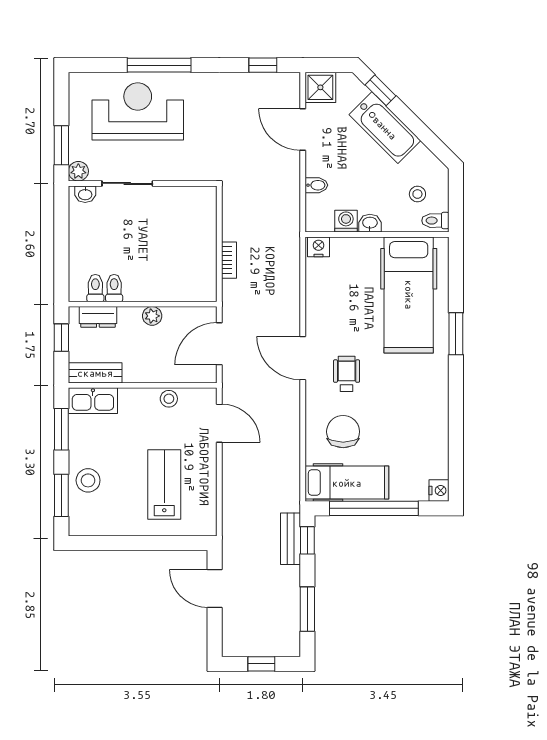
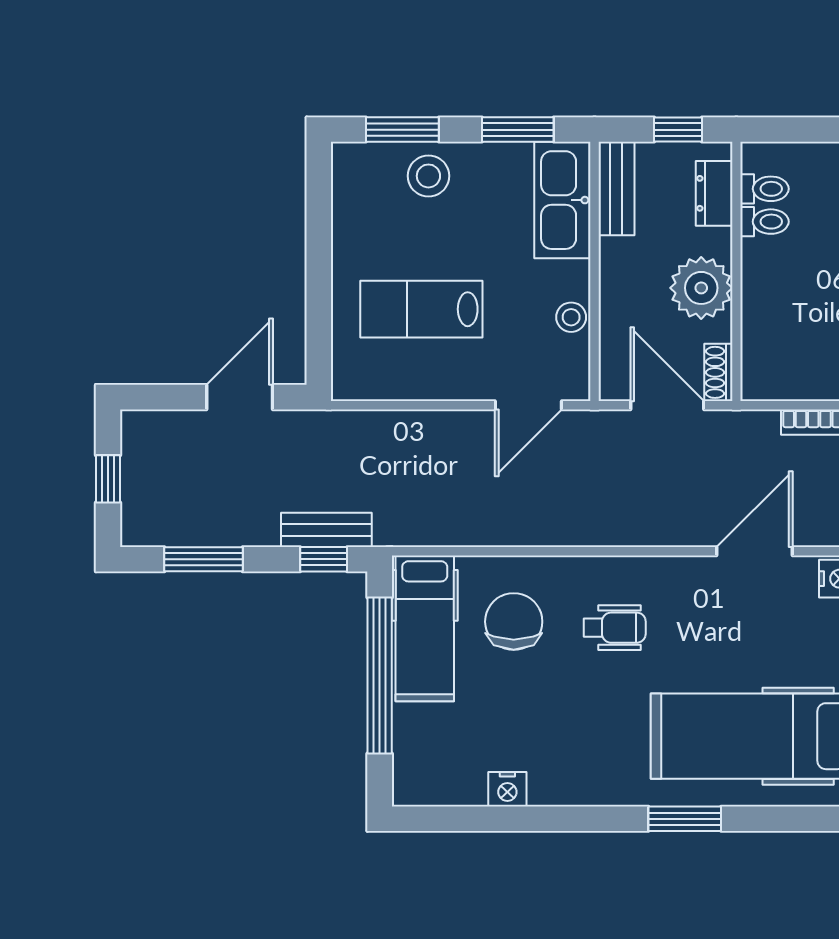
shoe rack: (200, 314) -> (718, 372), added
plant: (152, 316) -> (701, 288), width x1.87, depth x1.87
door: (303, 358) -> (754, 551), moved
kitchen sink: (93, 401) -> (562, 200), width x1.36, depth x1.24
chair: (343, 432) -> (514, 622), turned -90
lab bench: (164, 484) -> (421, 309), turned 180
nightstand: (439, 491) -> (507, 789), moved

